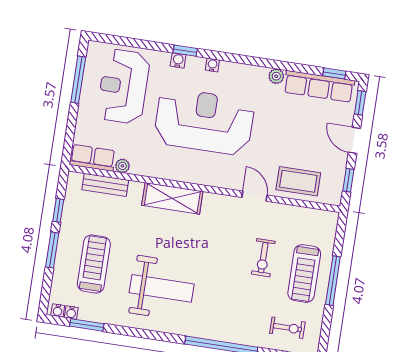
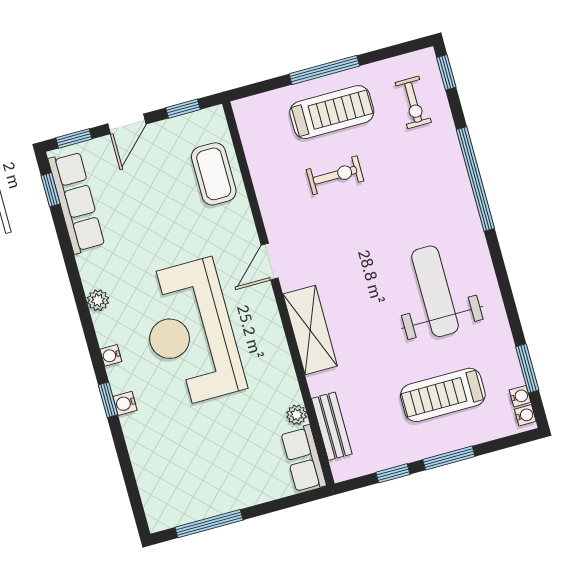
plant: (276, 76) -> (98, 300), moved
reception desk: (123, 86) -> (191, 460), removed
door: (254, 196) -> (270, 262), moved
exercise bike: (287, 328) -> (413, 102), turned 180

